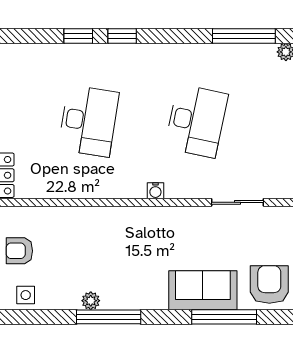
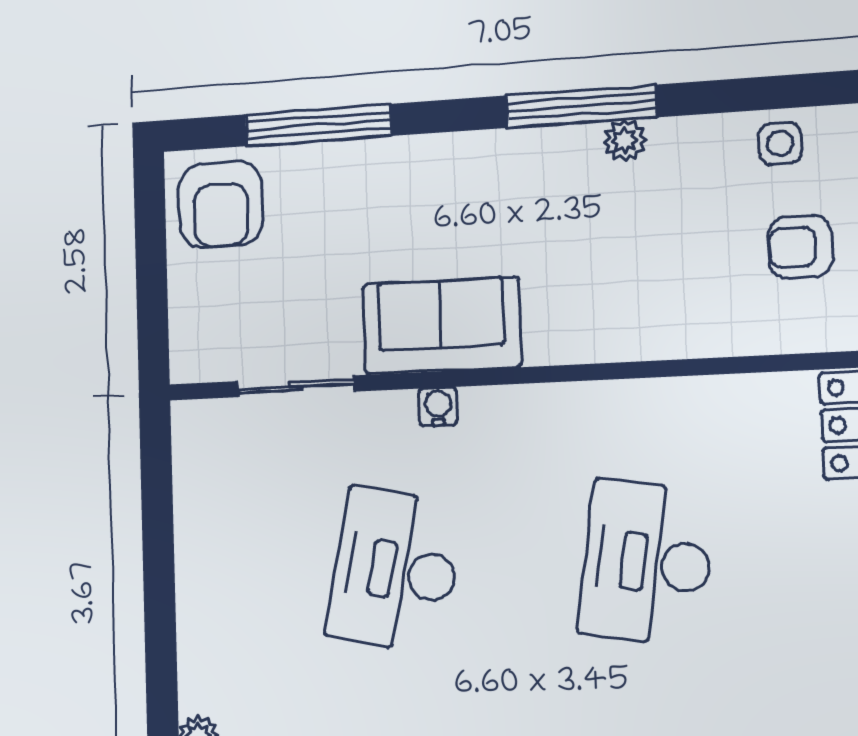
water cooler: (155, 191) -> (438, 407), moved
armchair: (19, 251) -> (800, 247), turned 180
sofa: (203, 290) -> (441, 326), moved, turned 180

